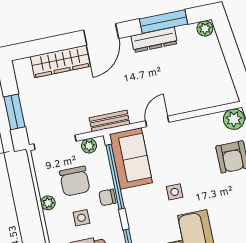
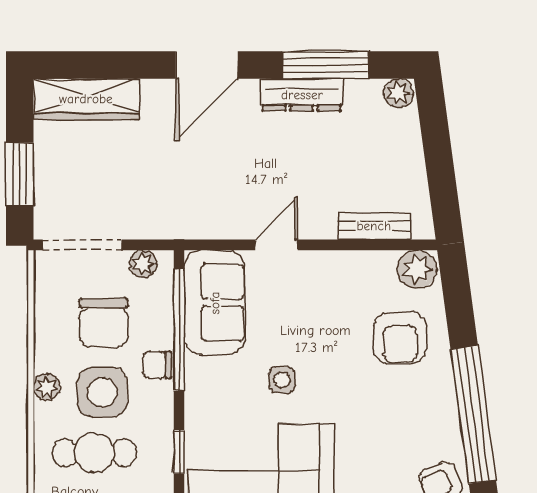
wardrobe: (60, 61) -> (86, 99), moved
bench: (109, 121) -> (374, 226), moved
plant: (48, 203) -> (47, 387), moved
side table: (81, 218) -> (102, 392), width x1.87, depth x1.87

